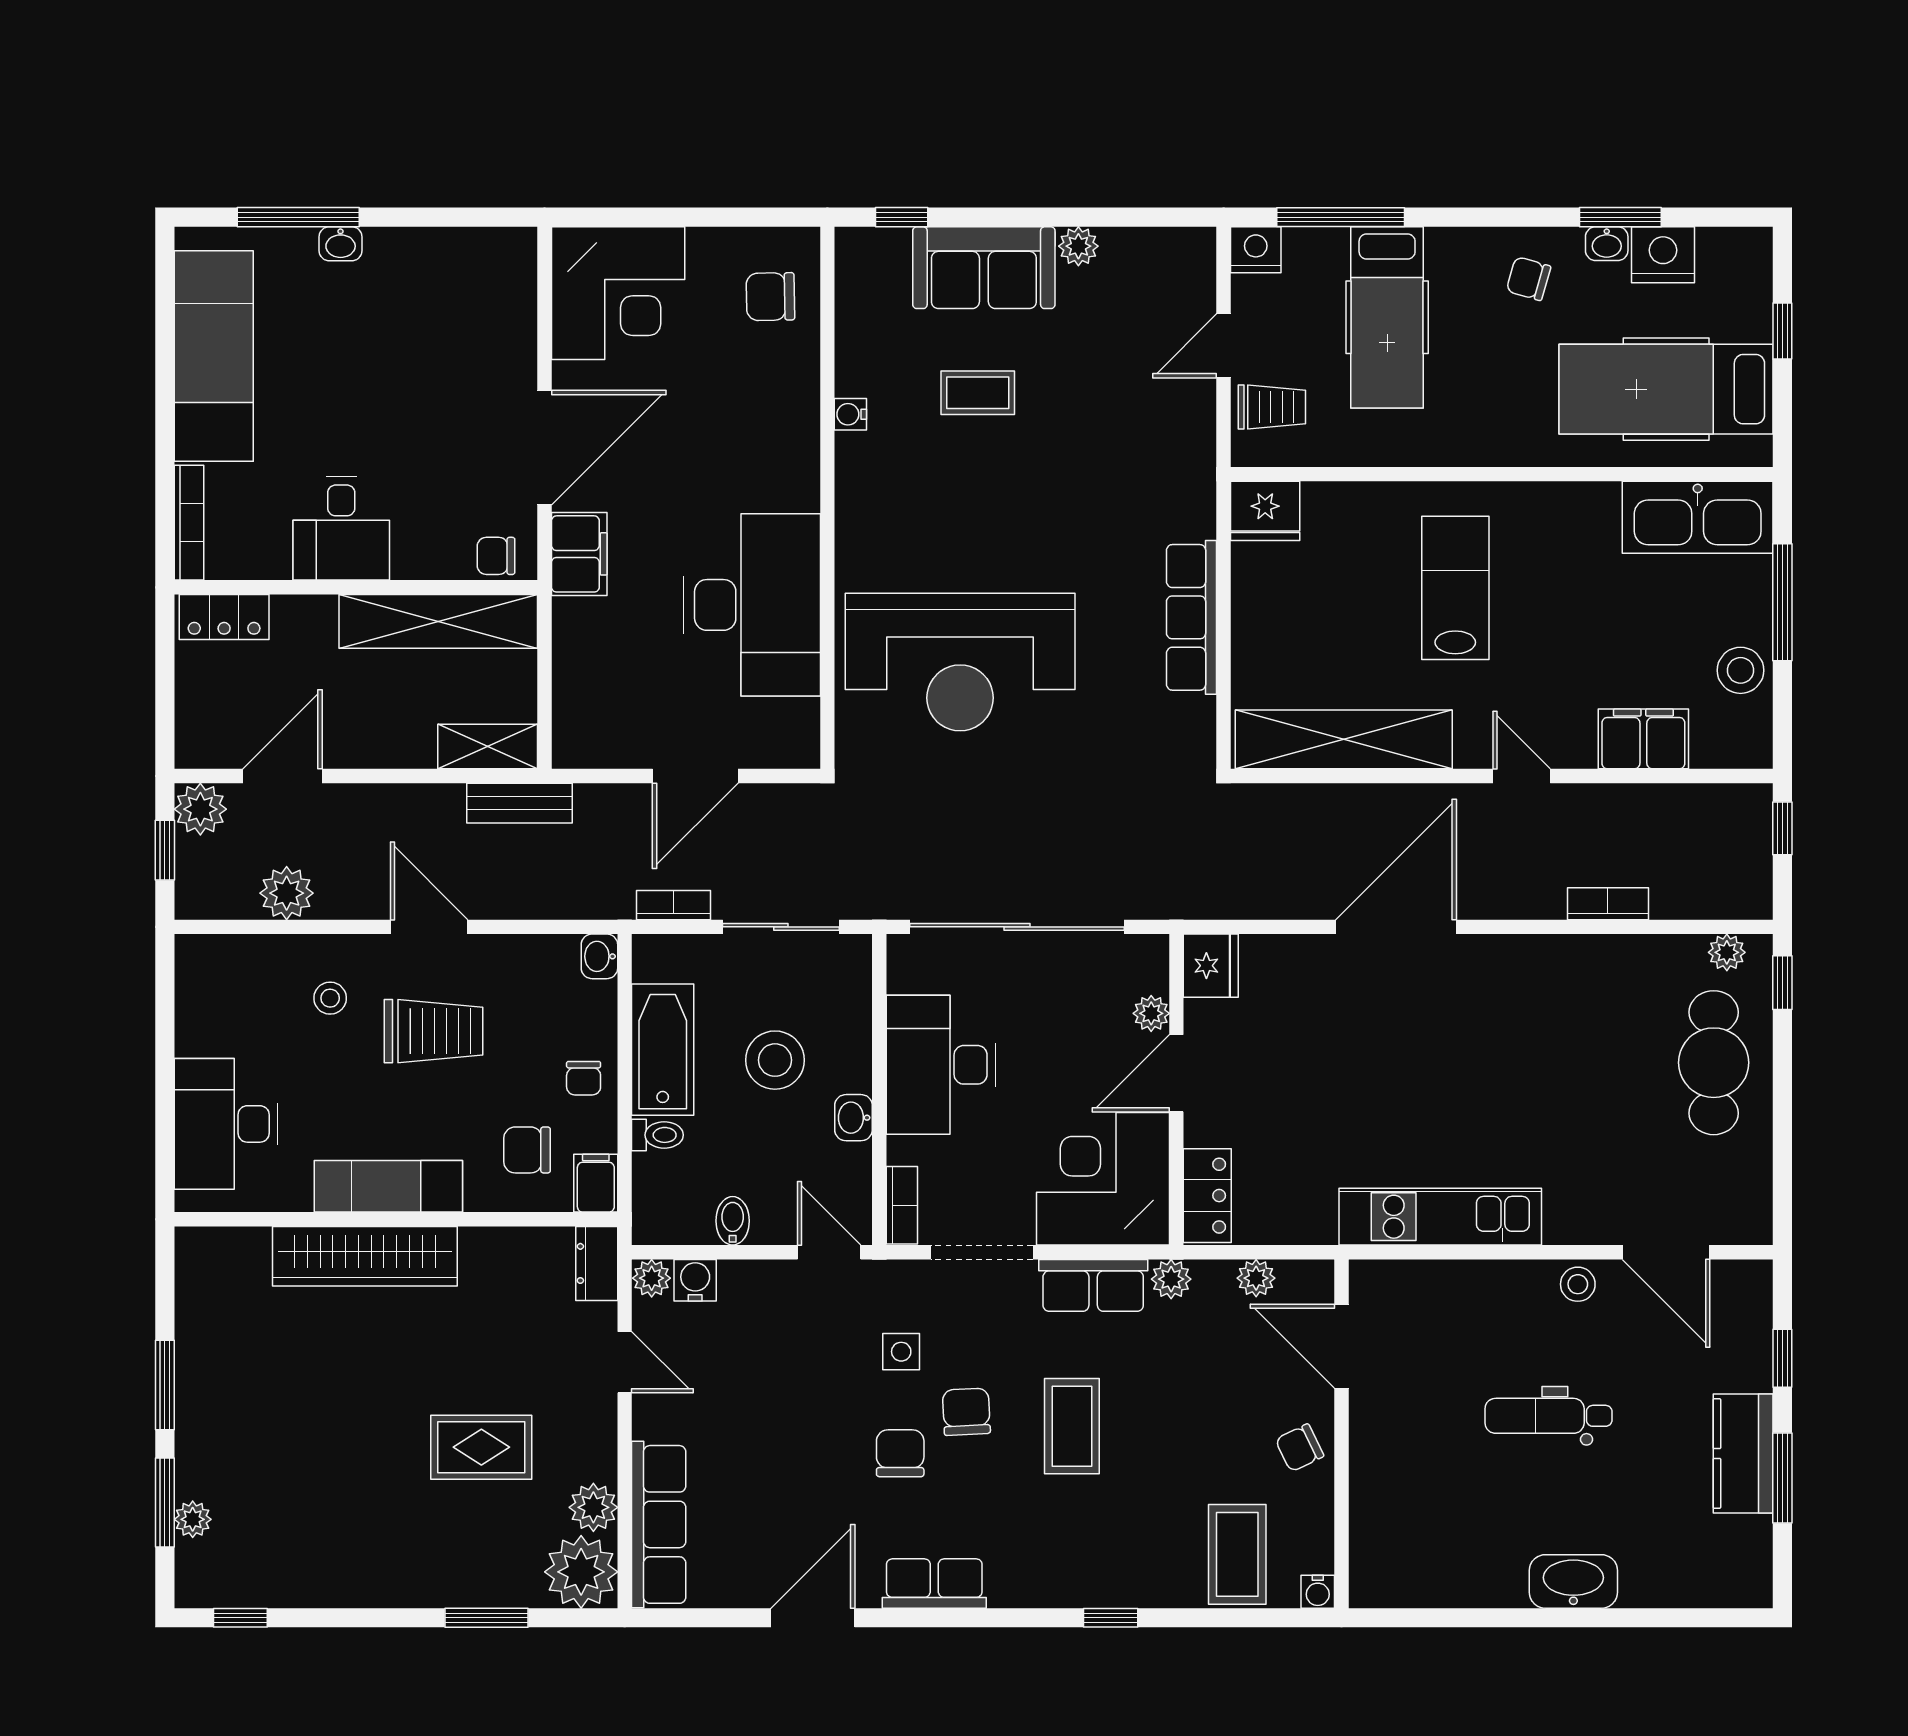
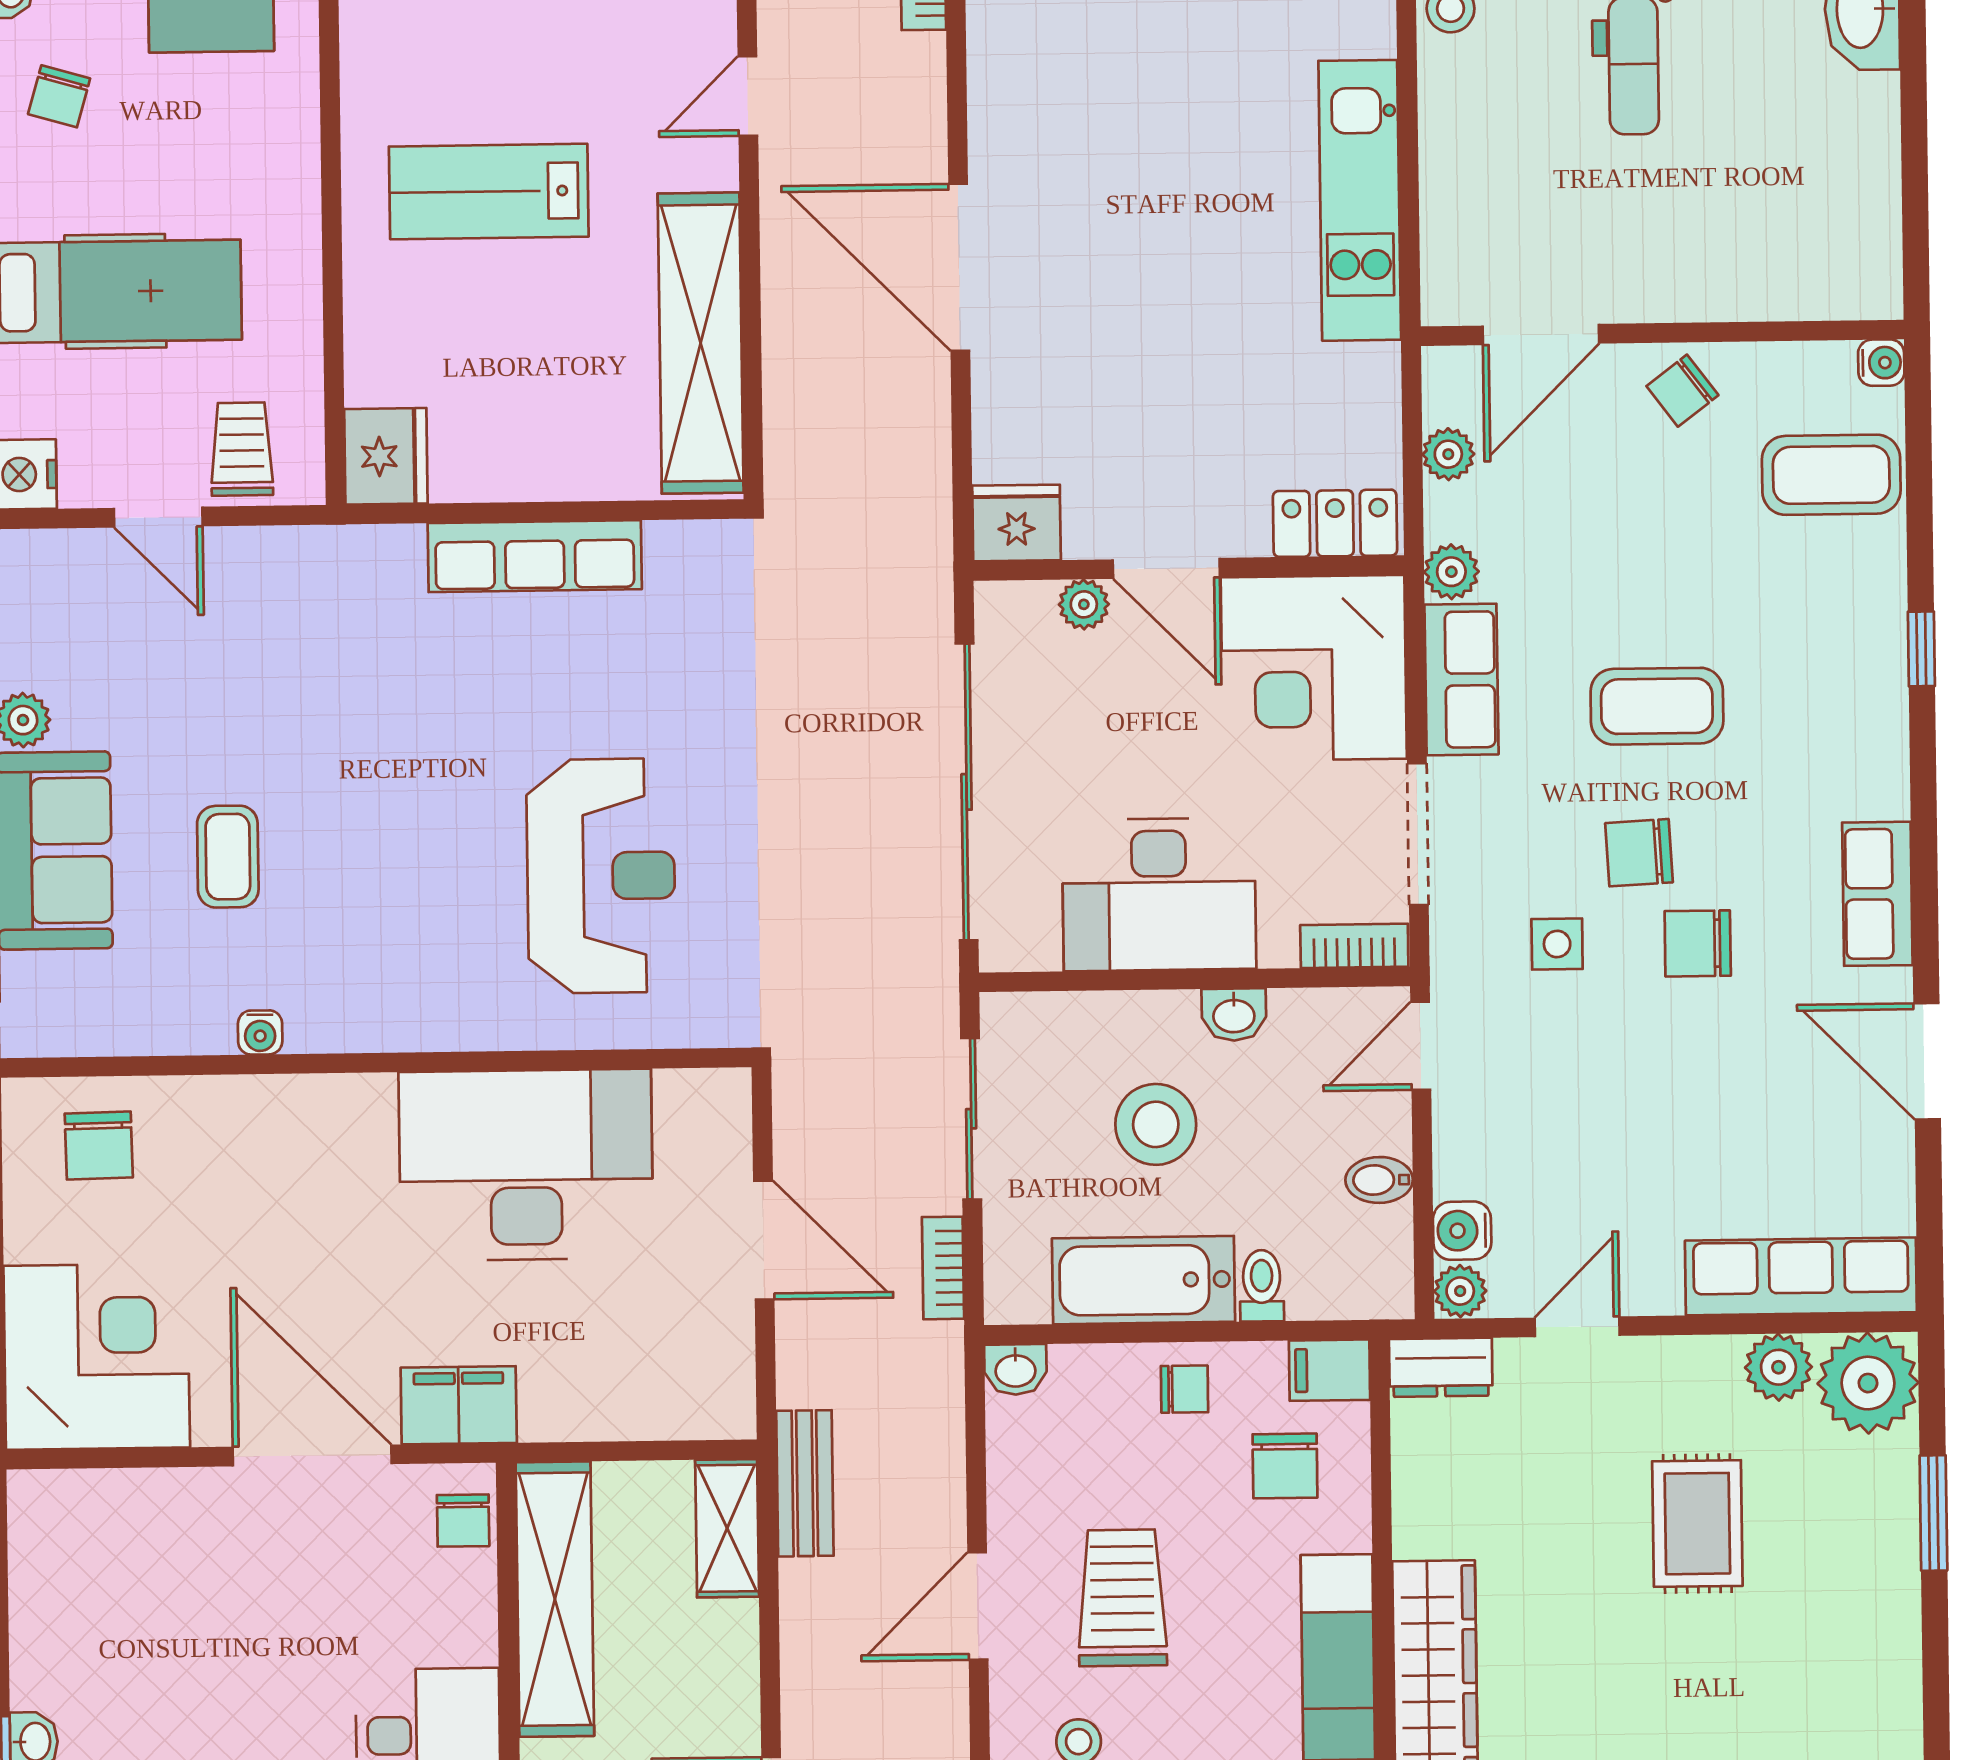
reception desk: (960, 662) -> (601, 876), width x0.74, depth x0.77
chair: (1300, 1448) -> (1682, 391), turned 79

